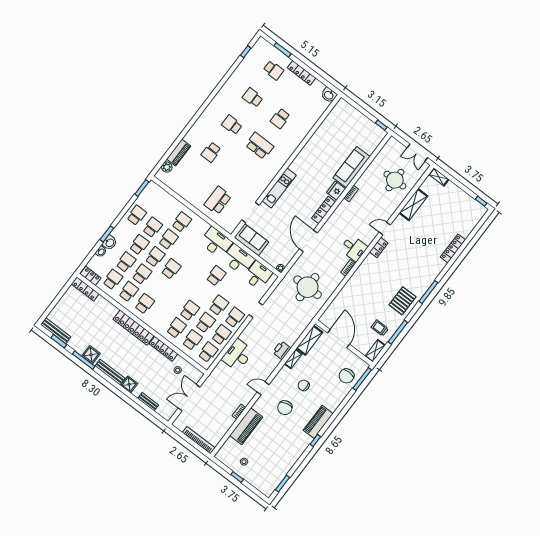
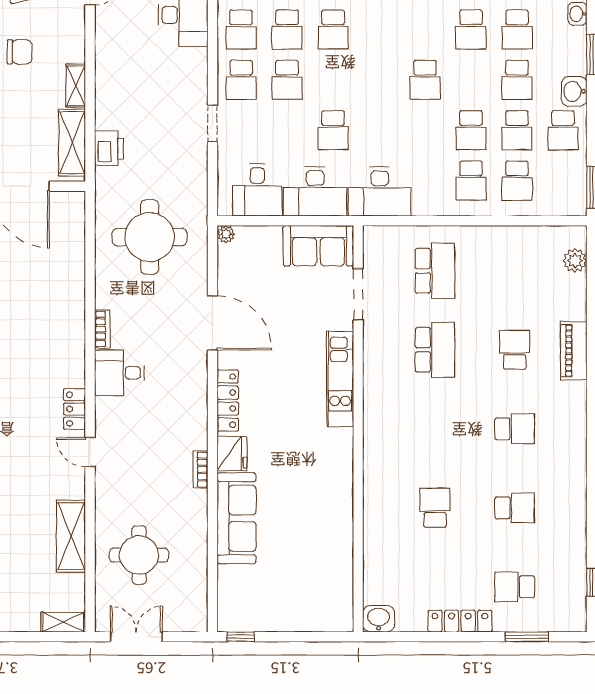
school desk: (259, 146) -> (435, 350), moved, turned -90
piano: (179, 152) -> (574, 351), moved
door: (385, 229) -> (90, 452), swing flipped
washbasin: (110, 243) -> (574, 91), moved
school desk: (155, 257) -> (517, 181), moved
printer: (282, 350) -> (109, 148), moved

